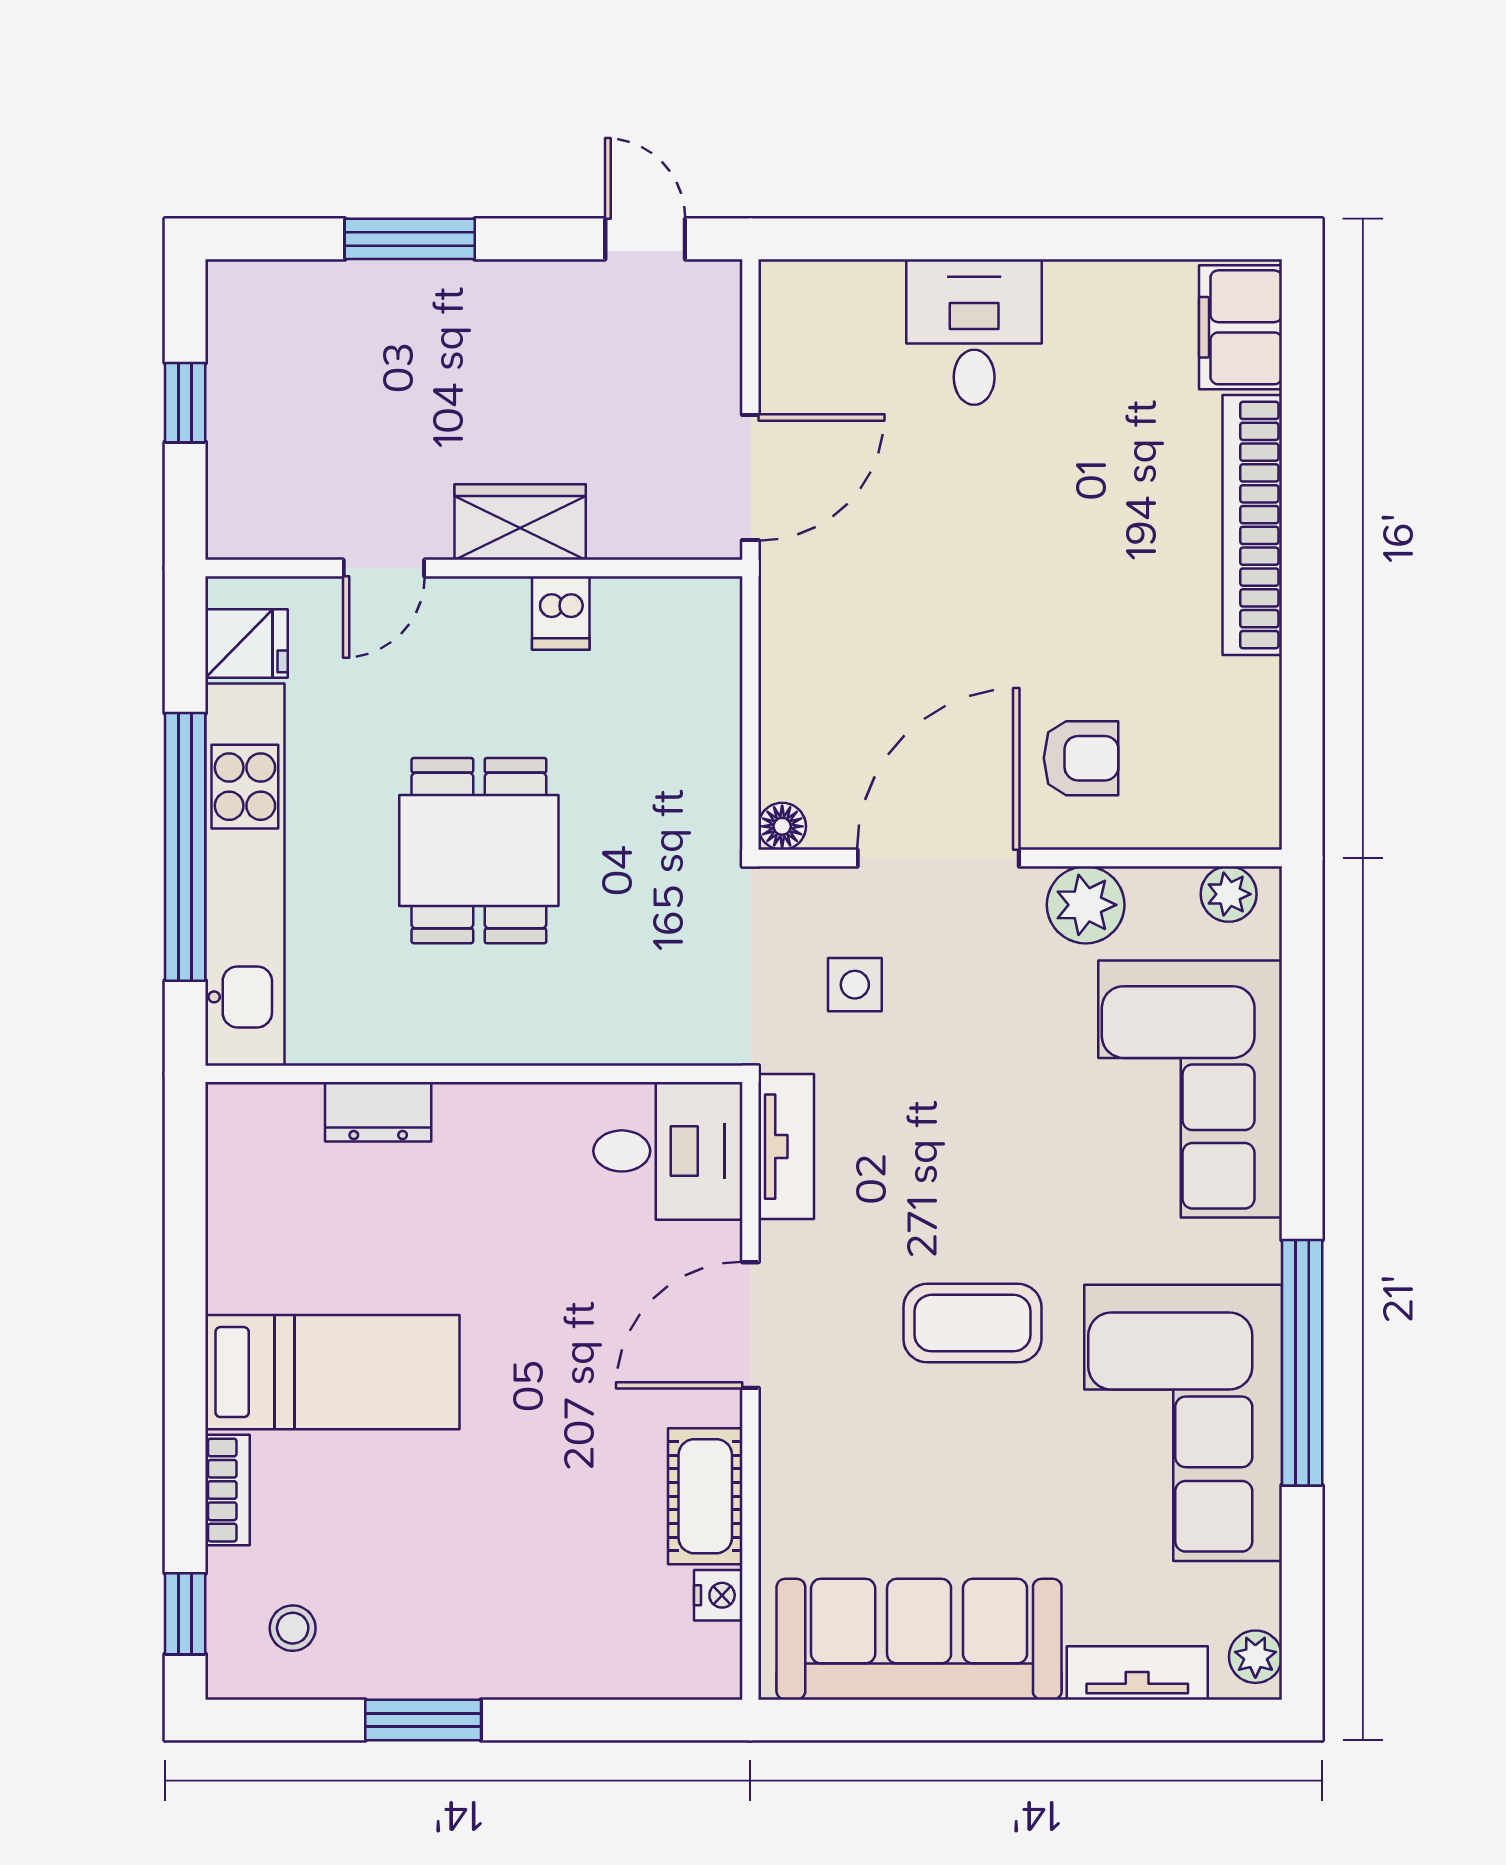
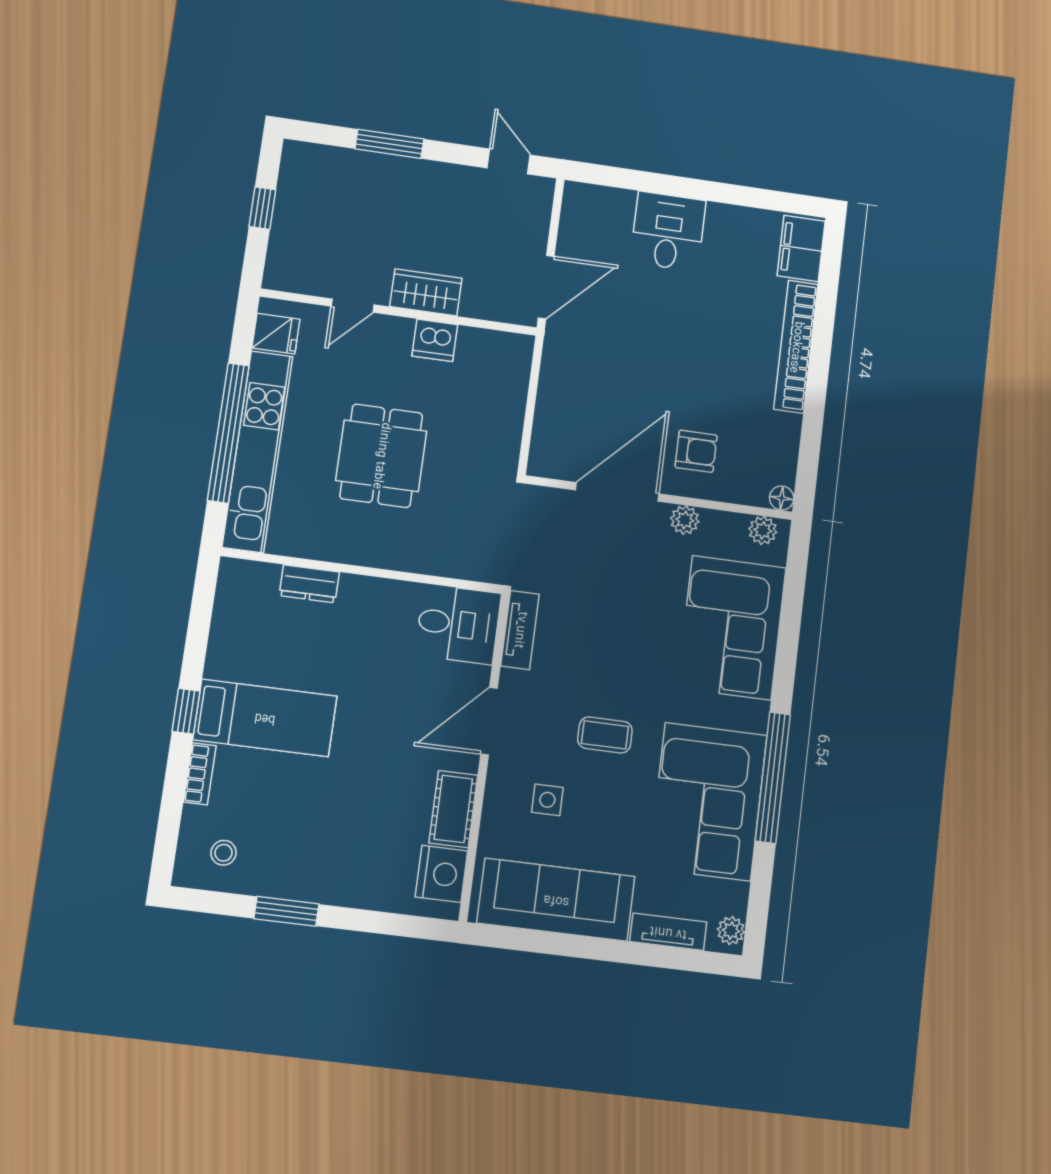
dishwasher: (561, 613) -> (435, 340), width x1.38
floor lamp: (782, 826) -> (782, 498), moved
plant: (1086, 905) -> (685, 520), width x0.73, depth x0.73
side table: (855, 985) -> (547, 800), moved
coffee table: (972, 1323) -> (605, 735), width x0.73, depth x0.77
nightstand: (718, 1595) -> (441, 874), width x1.89, depth x1.79
window: (185, 1614) -> (186, 711), moved

